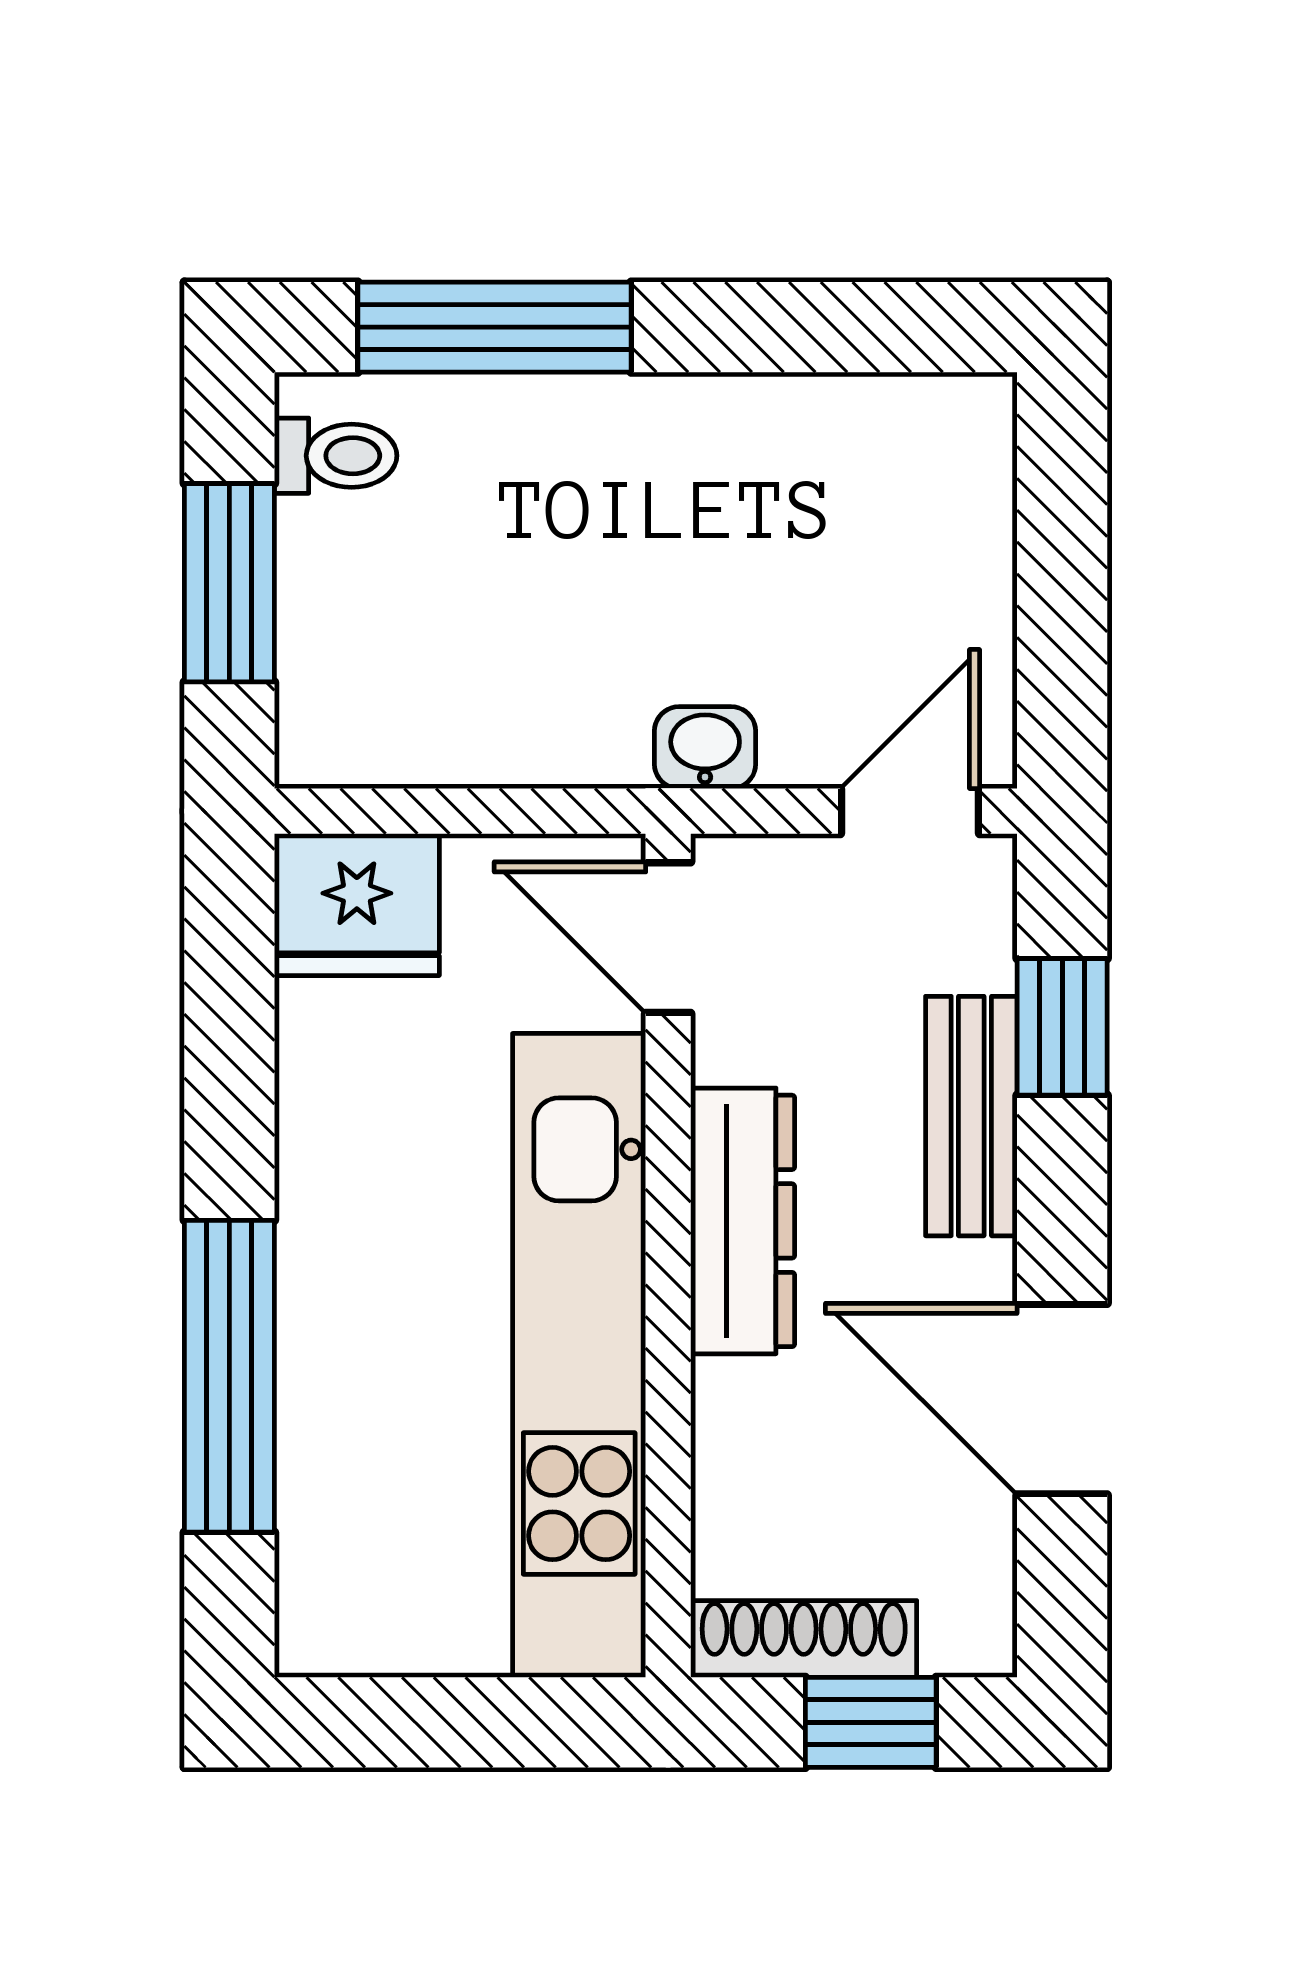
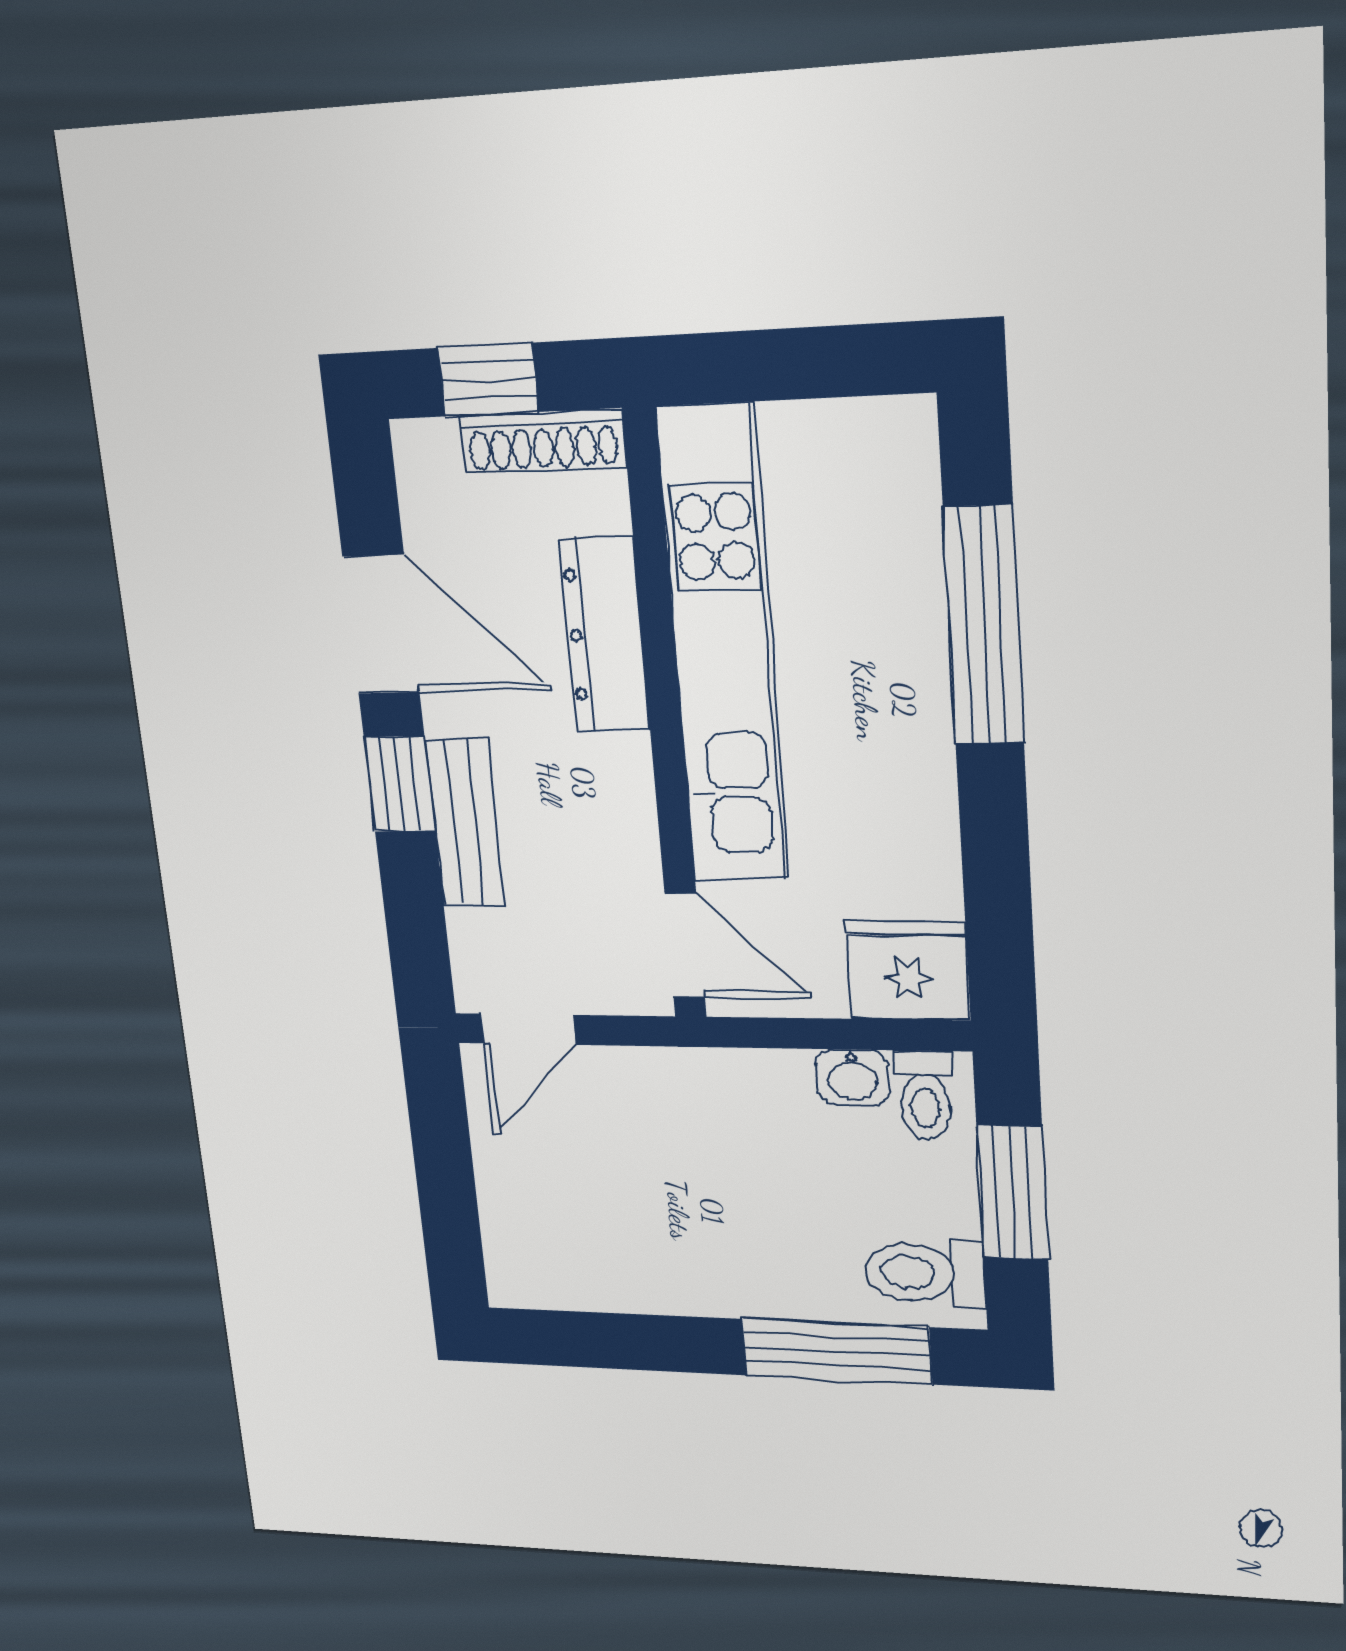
toilet: (336, 456) -> (925, 1273), width x1.37, depth x1.39
toilet: (344, 723) -> (925, 1095), added
washbasin: (705, 748) -> (853, 1077), moved
window: (1062, 1027) -> (400, 784), moved
dresser: (743, 1221) -> (605, 634), moved

